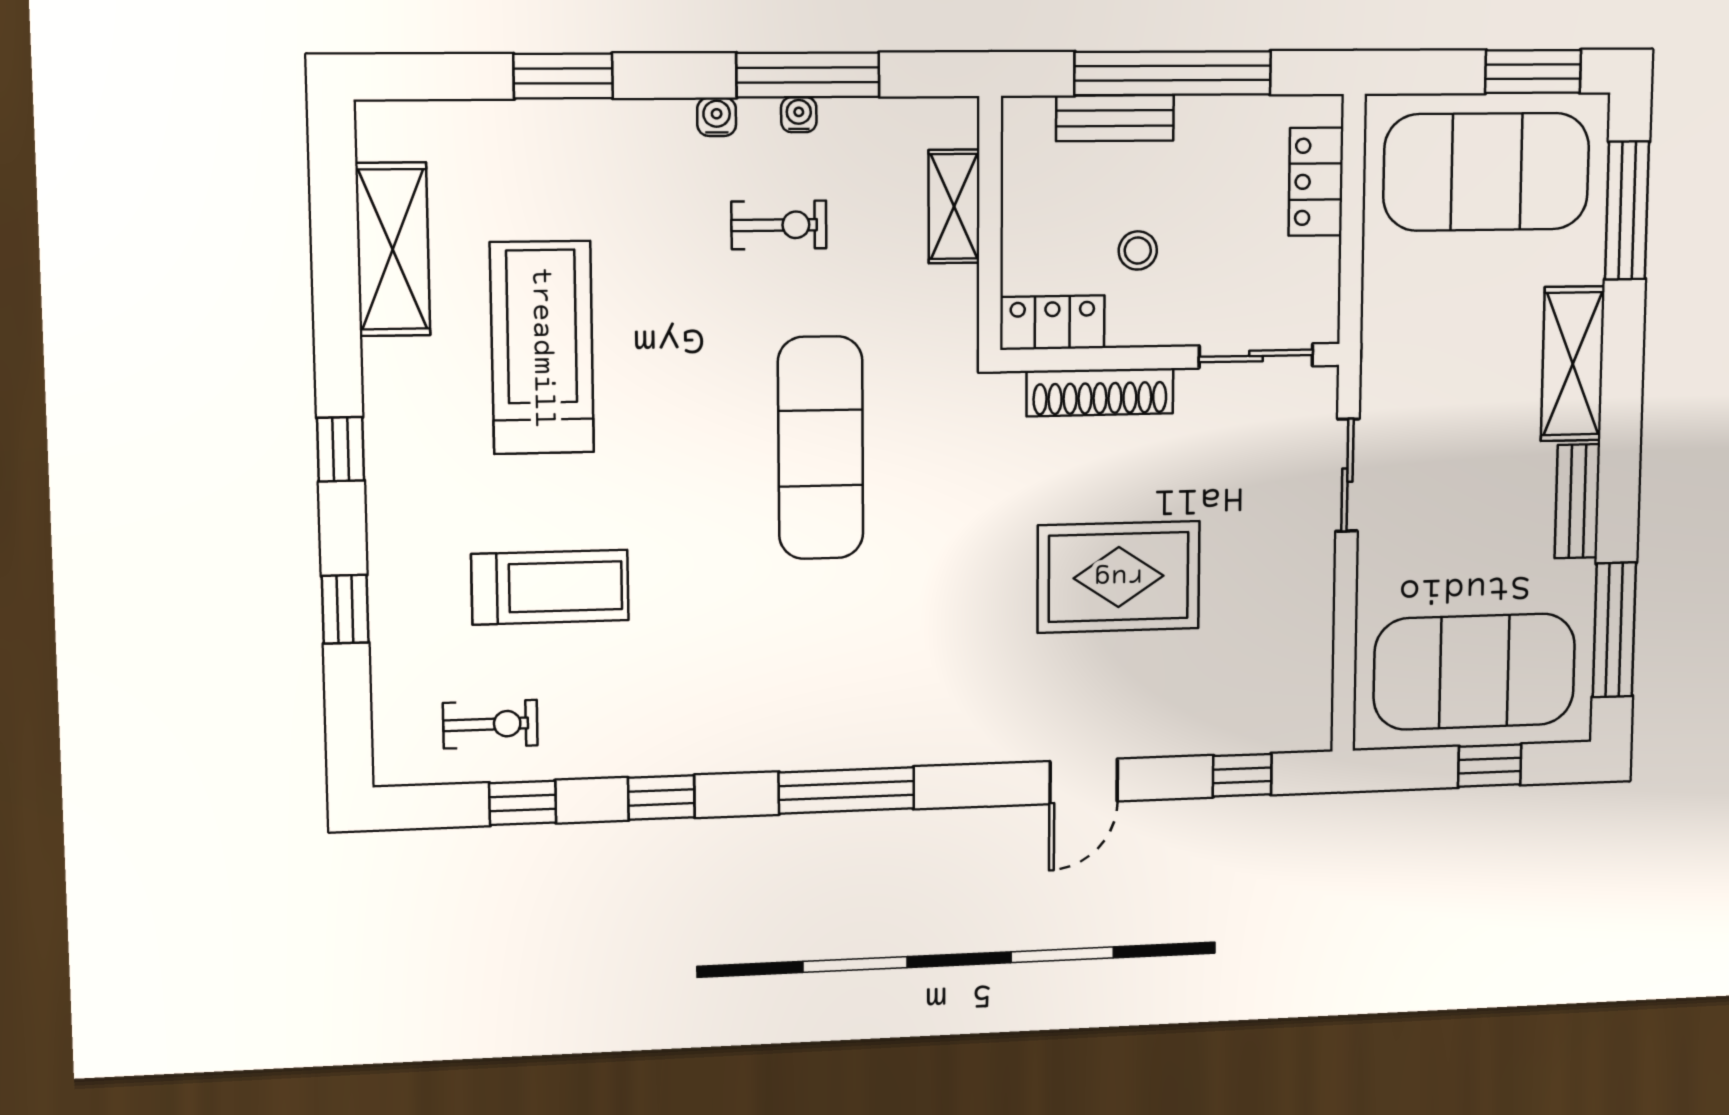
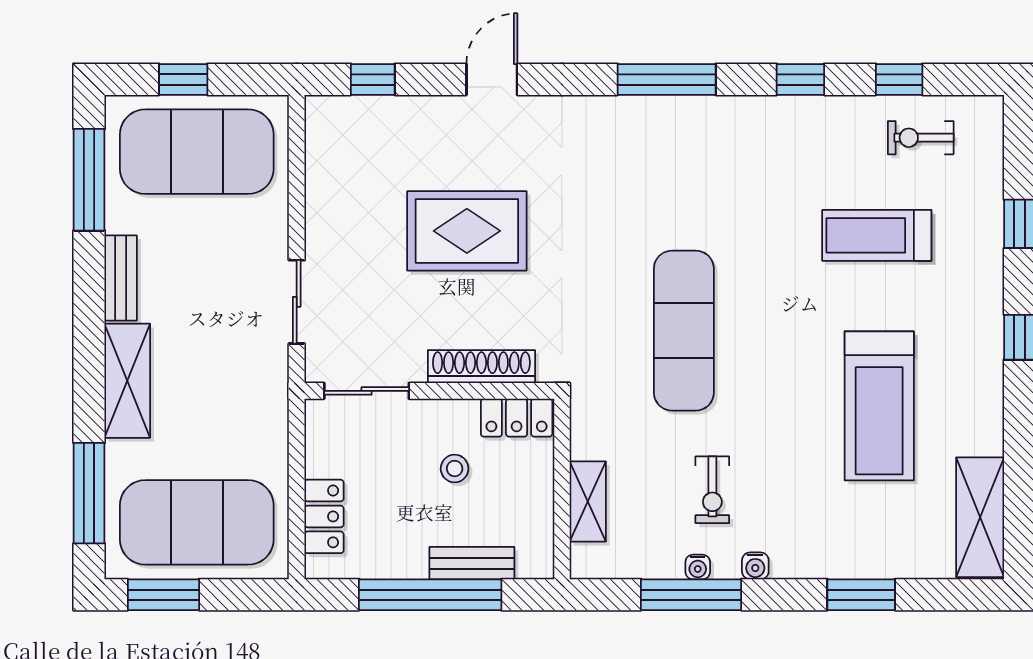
exercise bike: (779, 225) -> (712, 490), turned -90
shelving: (393, 249) -> (980, 517), moved

